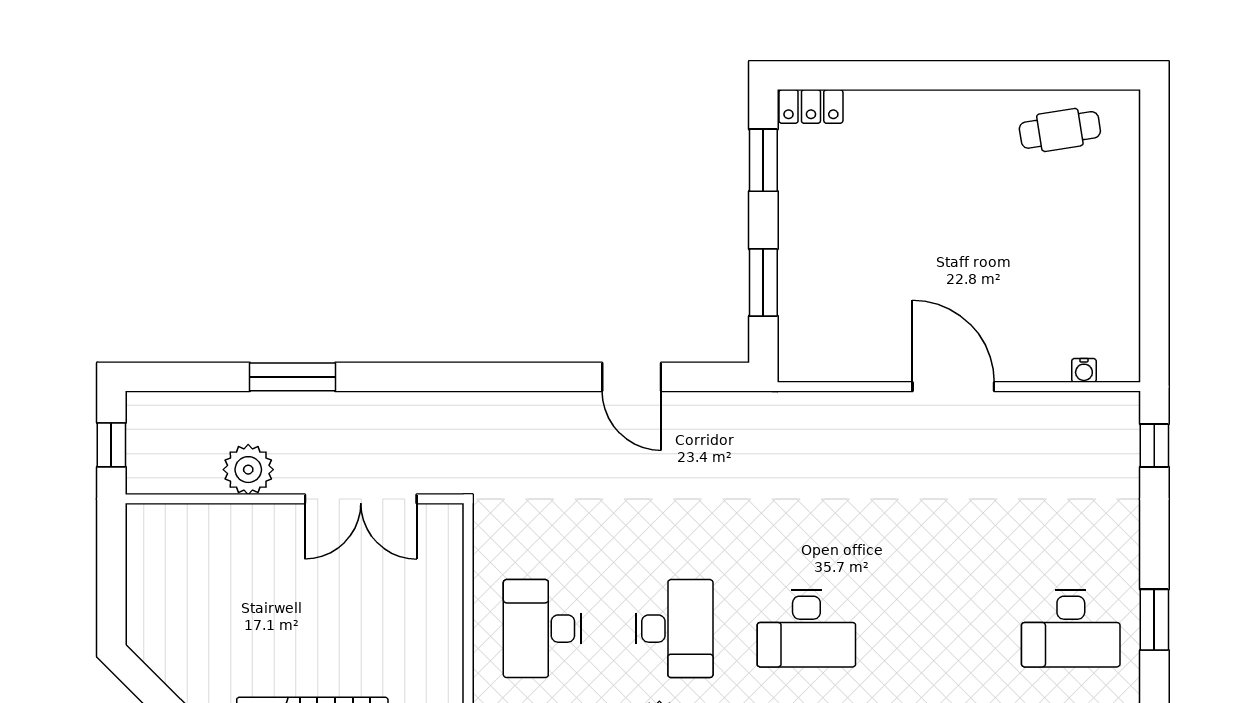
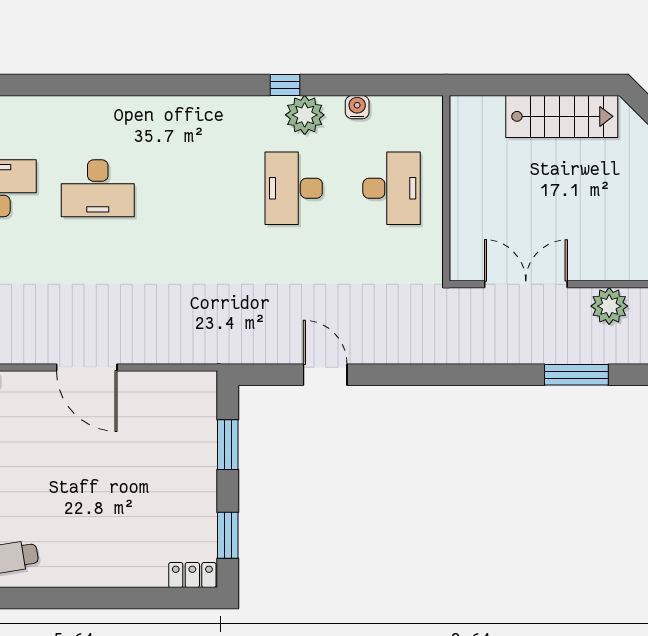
desk: (806, 629) -> (98, 188), moved, turned 180

